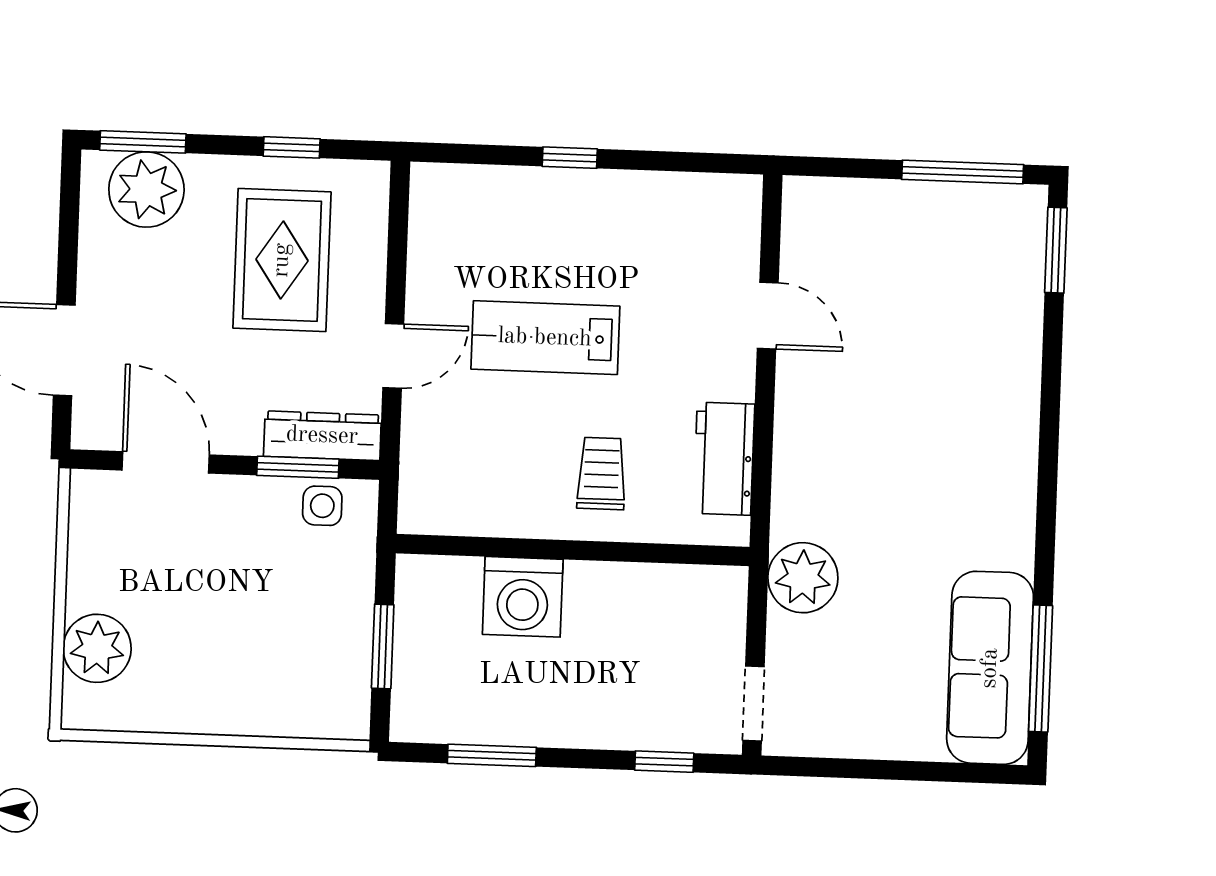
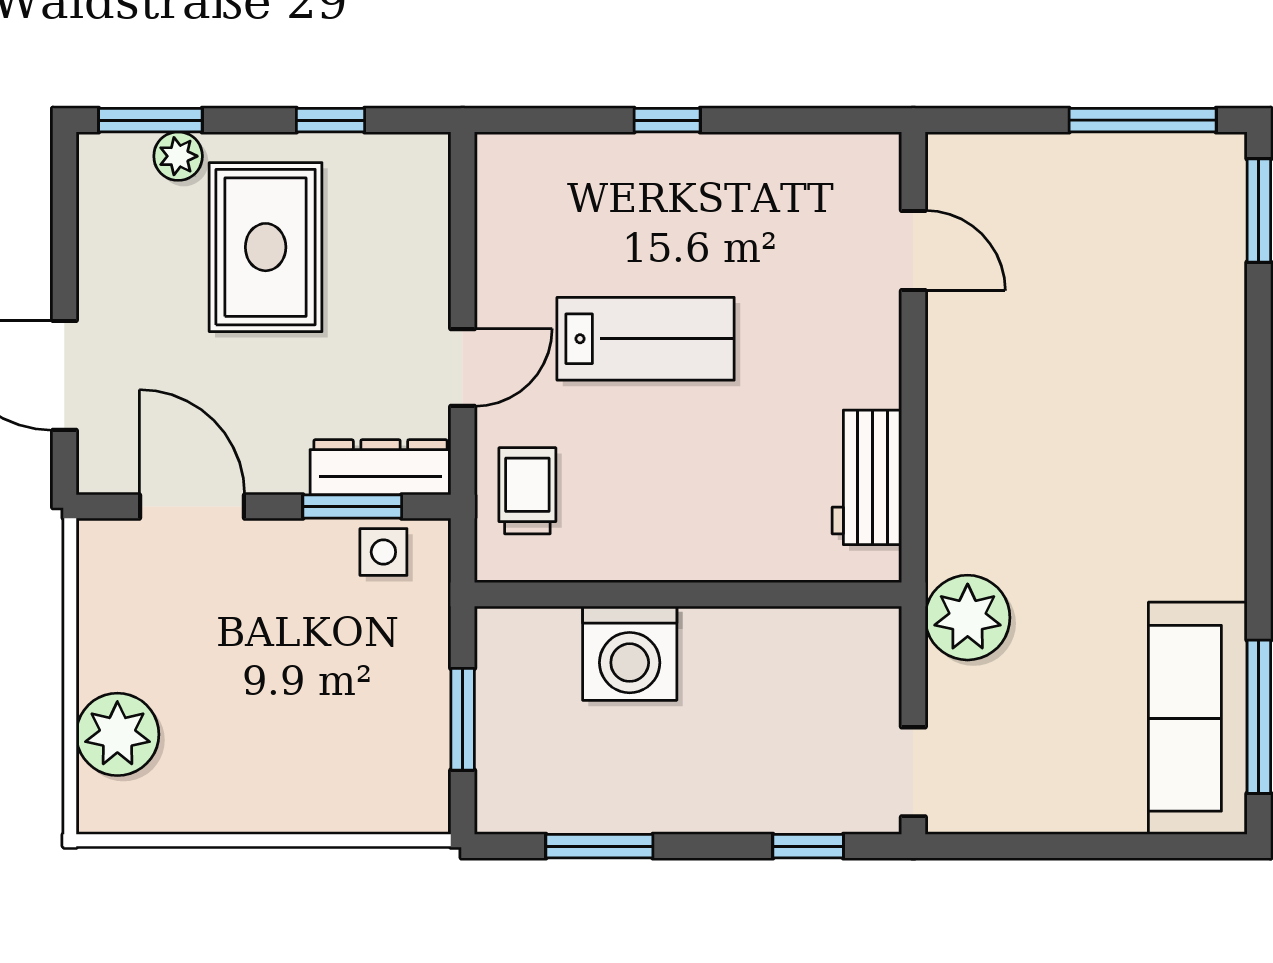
plant: (146, 190) -> (178, 156), width x0.53, depth x0.53
rug: (282, 260) -> (266, 247), moved
door: (768, 316) -> (913, 251), moved
lab bench: (545, 338) -> (646, 339), turned 180
trolley: (602, 474) -> (527, 491), moved

